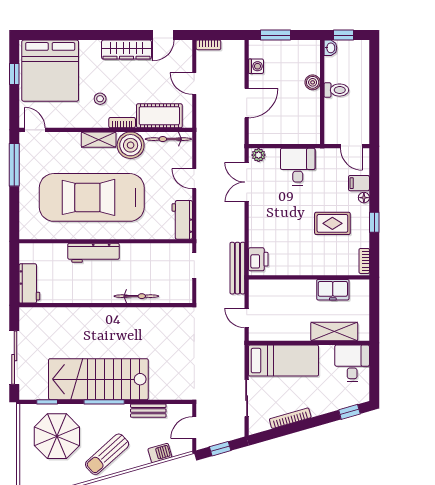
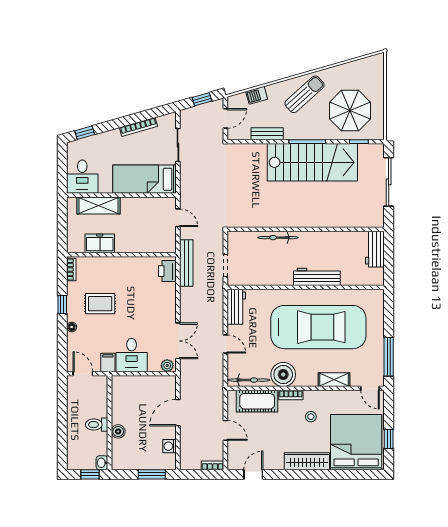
wardrobe: (127, 50) -> (307, 461), moved
shelving: (99, 140) -> (334, 380), moved
filing cabinet: (359, 183) -> (108, 362), moved, turned -90

